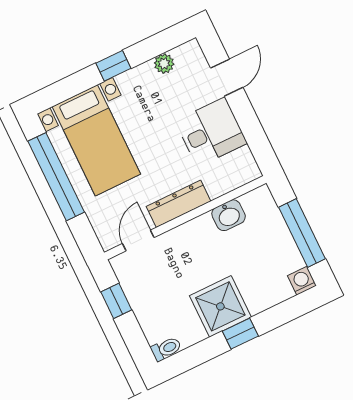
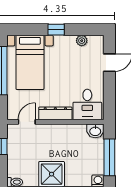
desk: (211, 132) -> (87, 104), moved, turned 90
washbasin: (229, 215) -> (95, 131), moved

